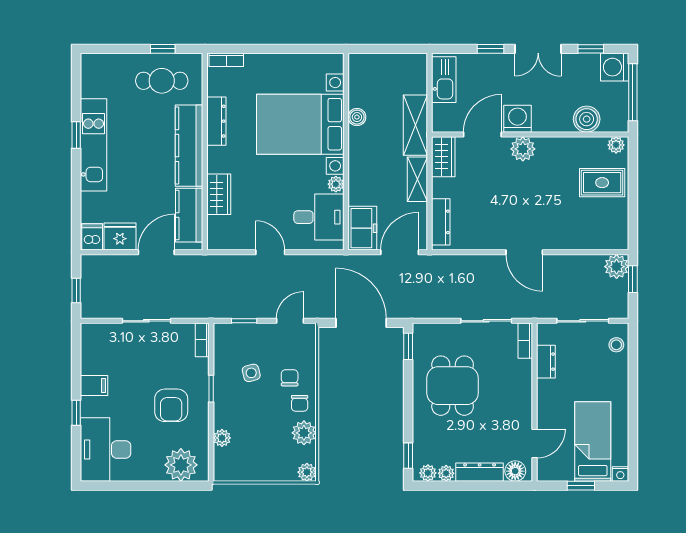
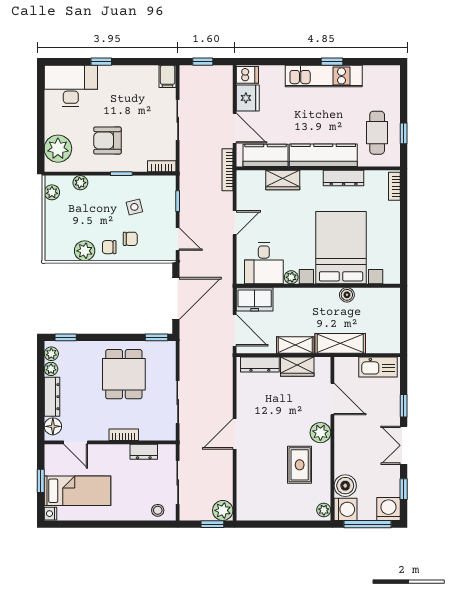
washing machine: (517, 119) -> (346, 509), moved
wardrobe: (443, 157) -> (297, 367), moved
rug: (602, 183) -> (300, 465), moved
bookcase: (206, 261) -> (227, 170), added
bookcase: (525, 341) -> (124, 435), moved
filing cabinet: (94, 386) -> (167, 76), moved
dining table: (453, 386) -> (124, 374), turned 90
plant: (307, 472) -> (52, 192), moved

